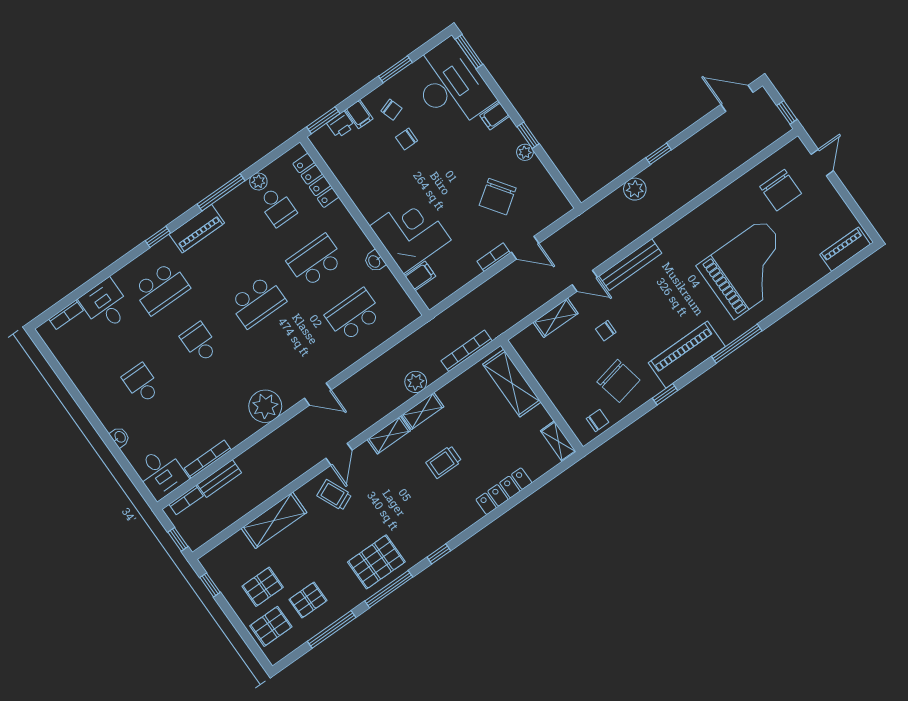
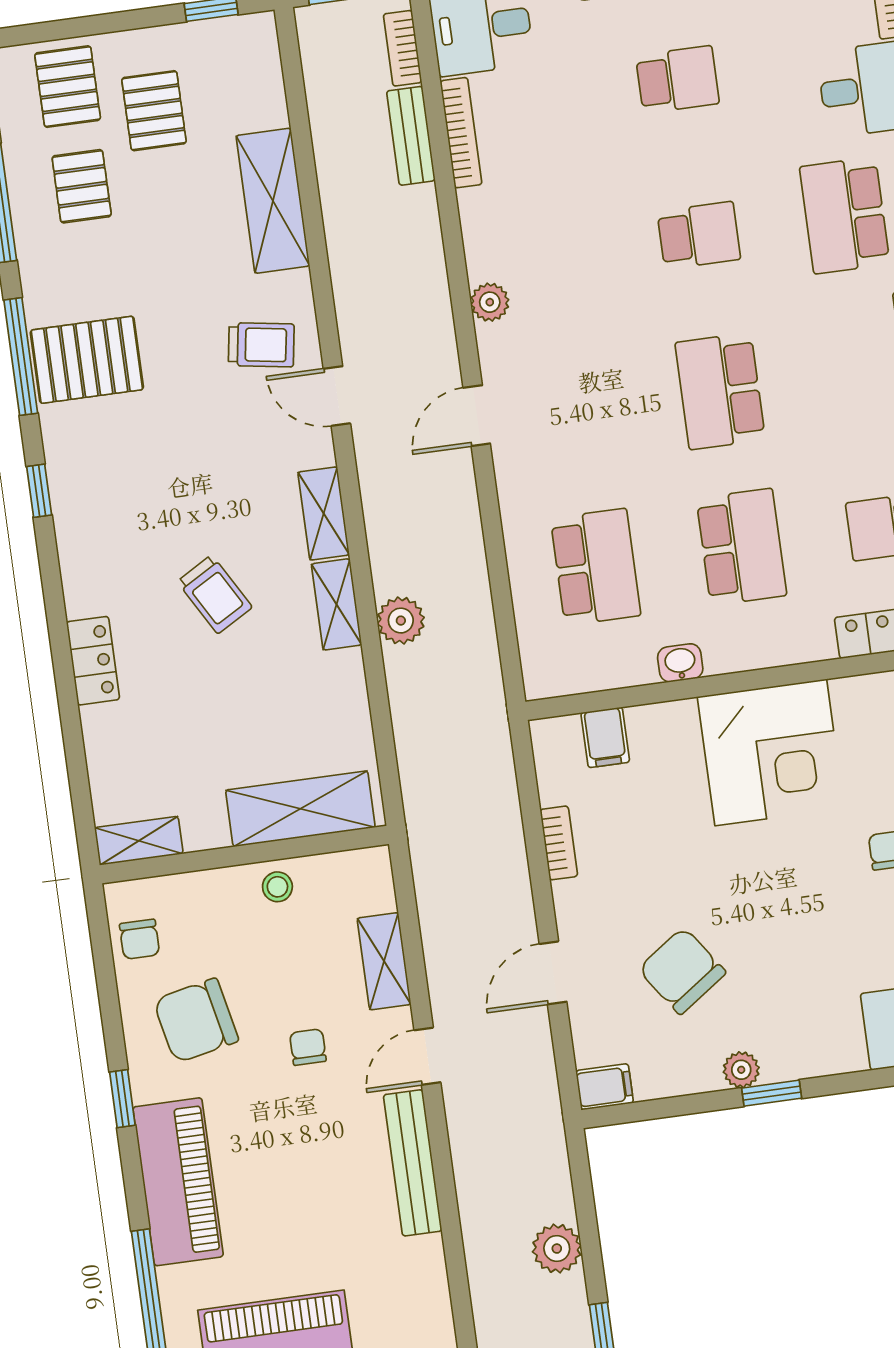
filing cabinet: (495, 116) -> (605, 1087), moved, turned 90
corner desk: (410, 233) -> (771, 752), moved
bookcase: (494, 257) -> (559, 843), moved
bookcase: (467, 351) -> (410, 753), removed
stool: (548, 376) -> (277, 887), added
plant: (265, 406) -> (490, 302), width x0.53, depth x0.53
trolley: (444, 462) -> (215, 594), turned 150
locker: (504, 491) -> (93, 661), width x0.66
trolley: (334, 495) -> (261, 345), turned 33
pallet: (376, 562) -> (87, 360), turned 90

